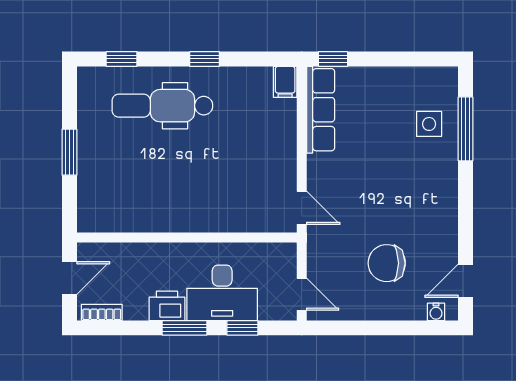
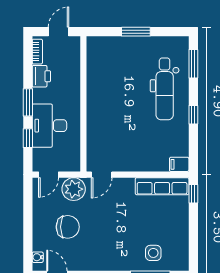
window: (122, 59) -> (193, 64), width x1.50
dental chair: (162, 106) -> (165, 89), turned 180
plant: (325, 253) -> (74, 189), added
chair: (387, 263) -> (68, 227), turned 90
door: (69, 278) -> (59, 32), swing flipped
printer: (167, 306) -> (41, 76), moved

